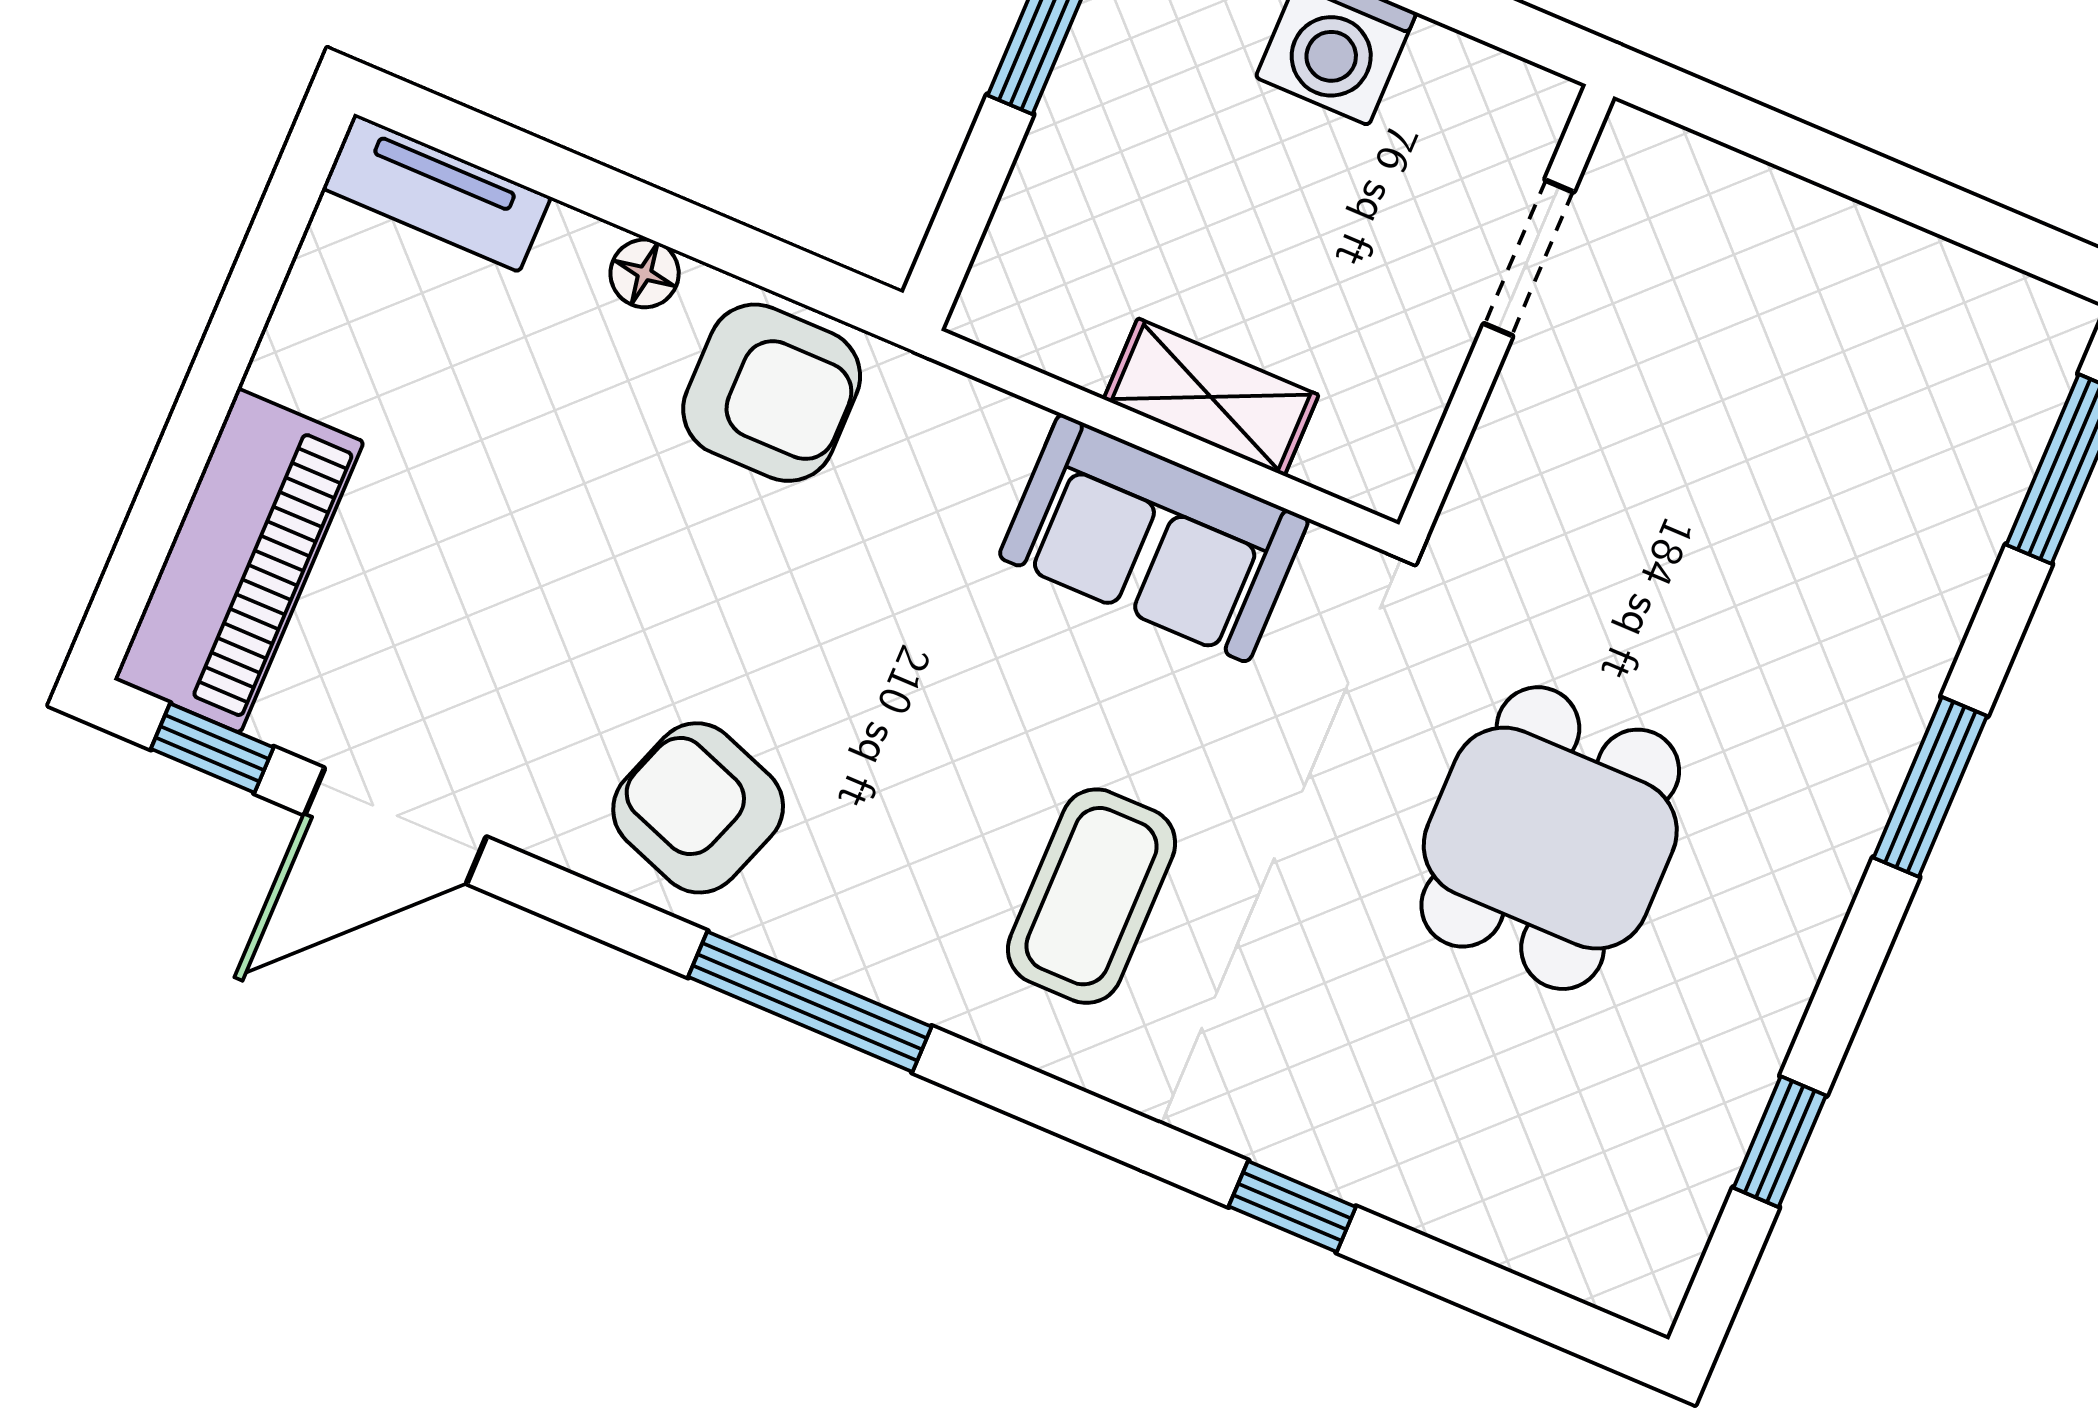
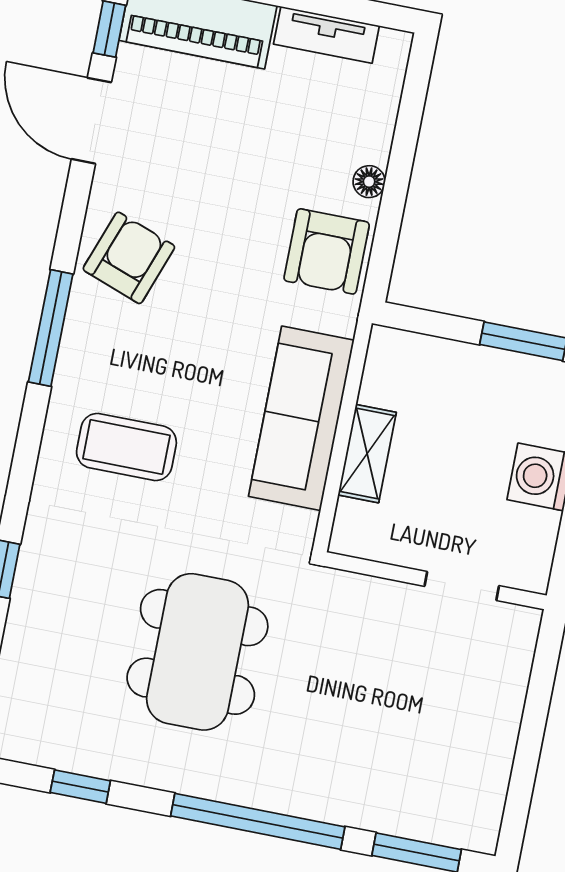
tv unit: (436, 193) -> (326, 35), moved, turned -90
sofa: (1154, 538) -> (301, 418), width x1.36
window: (1930, 787) -> (258, 821), width x2.11
dining table: (1550, 838) -> (197, 652), width x1.38

